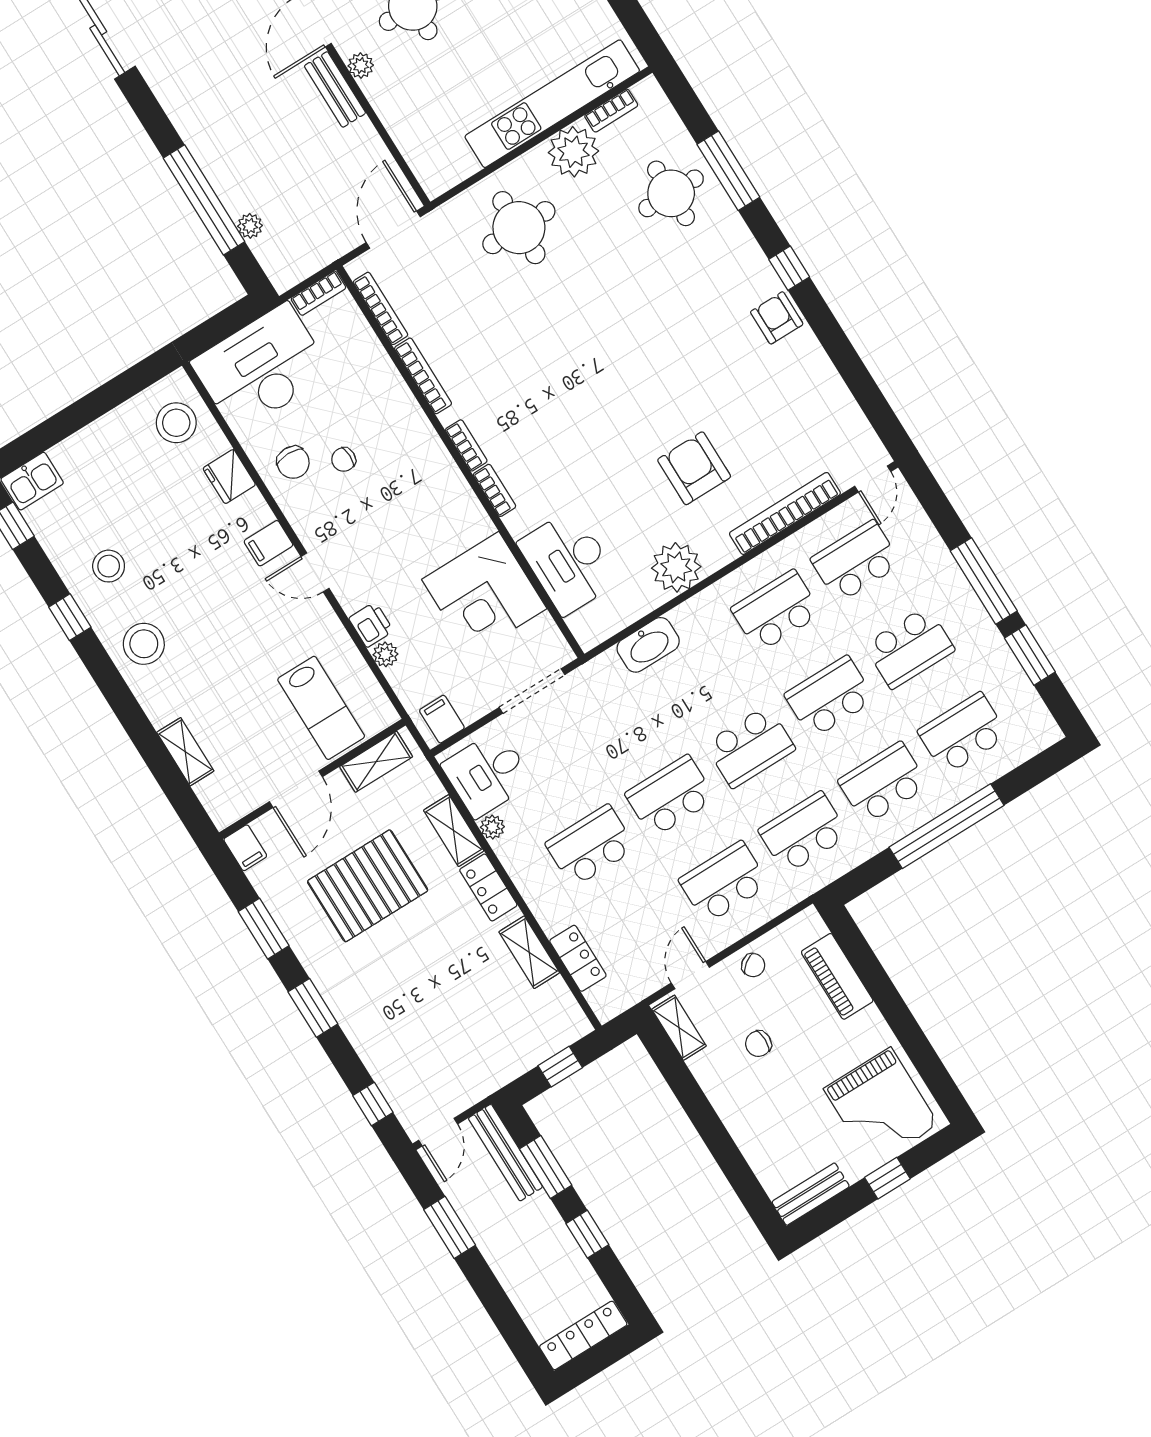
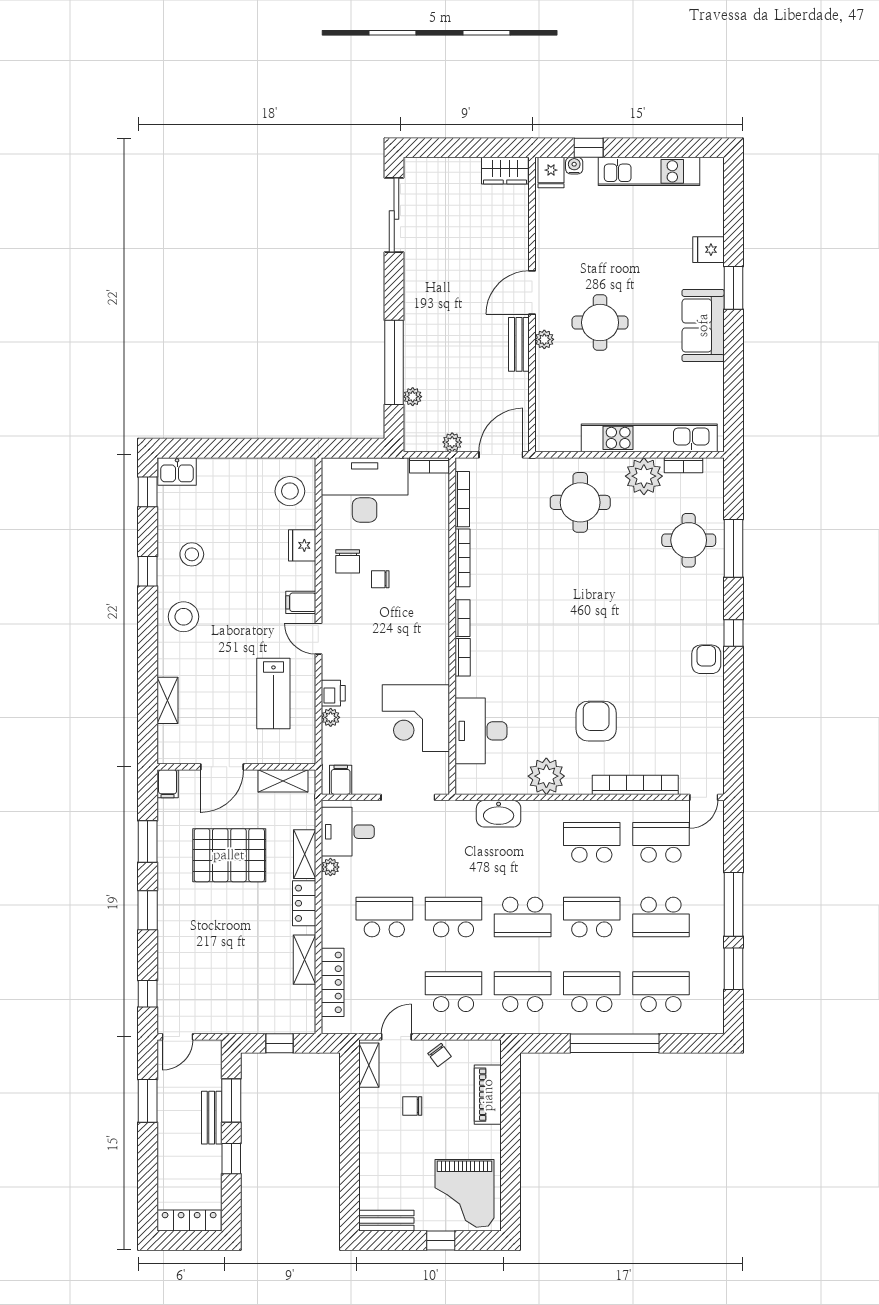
plant: (328, 250) -> (452, 442), added
lab bench: (321, 708) -> (273, 694), moved
locker: (578, 958) -> (333, 982), width x1.53
bench: (505, 1153) -> (212, 1118), moved, width x0.73

